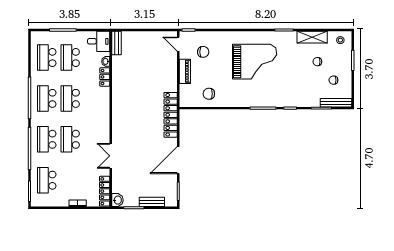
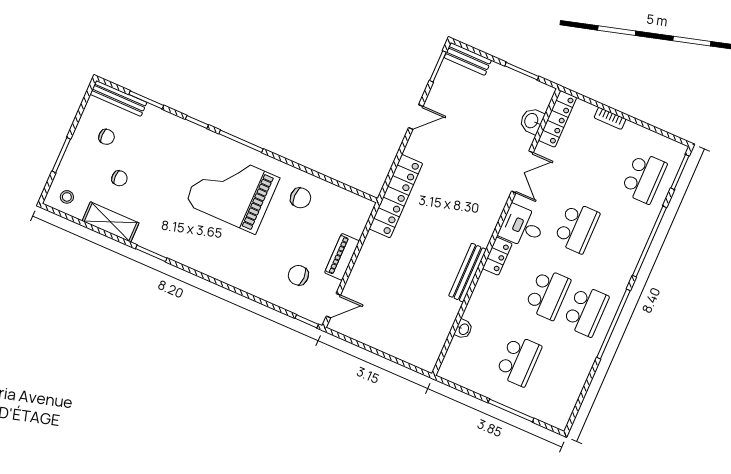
desk: (99, 41) -> (522, 226), moved
bench: (116, 43) -> (467, 273), moved, width x1.36
door: (178, 44) -> (333, 306), hinge flipped
school desk: (47, 58) -> (557, 377), removed
grand piano: (255, 62) -> (232, 191), moved
locker: (105, 77) -> (497, 256), moved
chair: (209, 94) -> (301, 198), moved
school desk: (47, 139) -> (615, 244), removed
door: (178, 160) -> (416, 117), width x0.53
washbasin: (117, 200) -> (532, 121), moved
bench: (152, 202) -> (468, 59), moved

